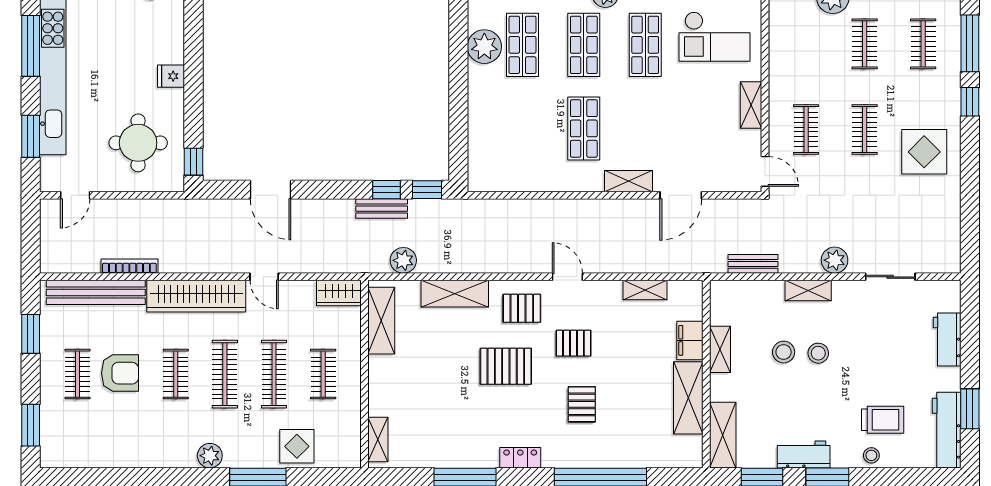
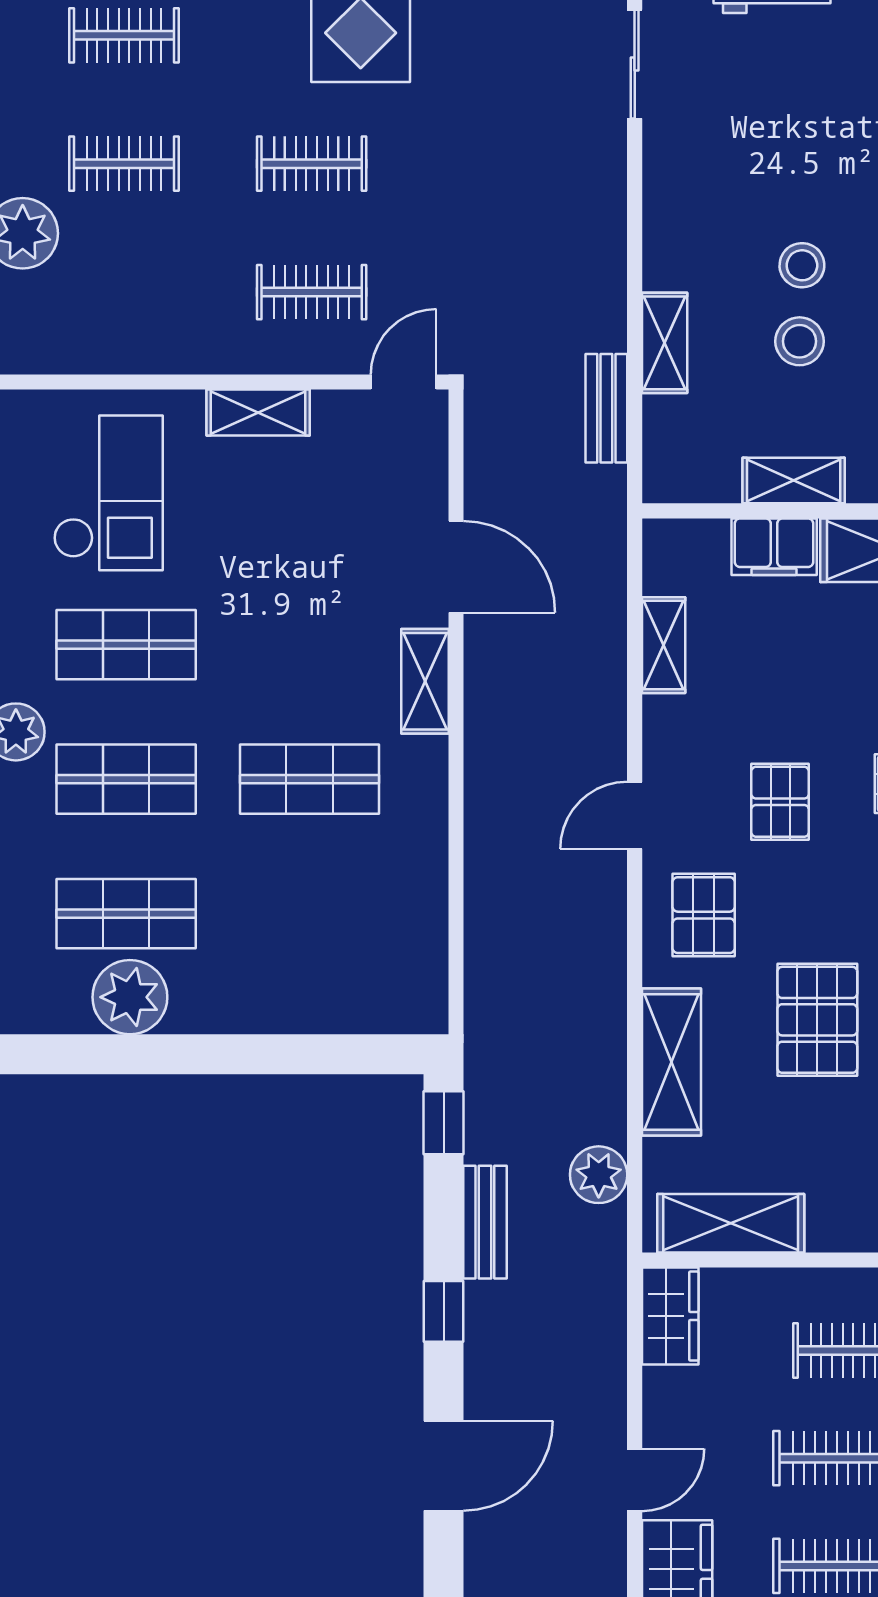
window: (386, 190) -> (444, 1311), moved
plant: (835, 260) -> (598, 230), removed
sliding door: (890, 277) -> (635, 64), moved
shelving: (808, 290) -> (665, 343), moved
pallet: (506, 366) -> (817, 1020), moved

